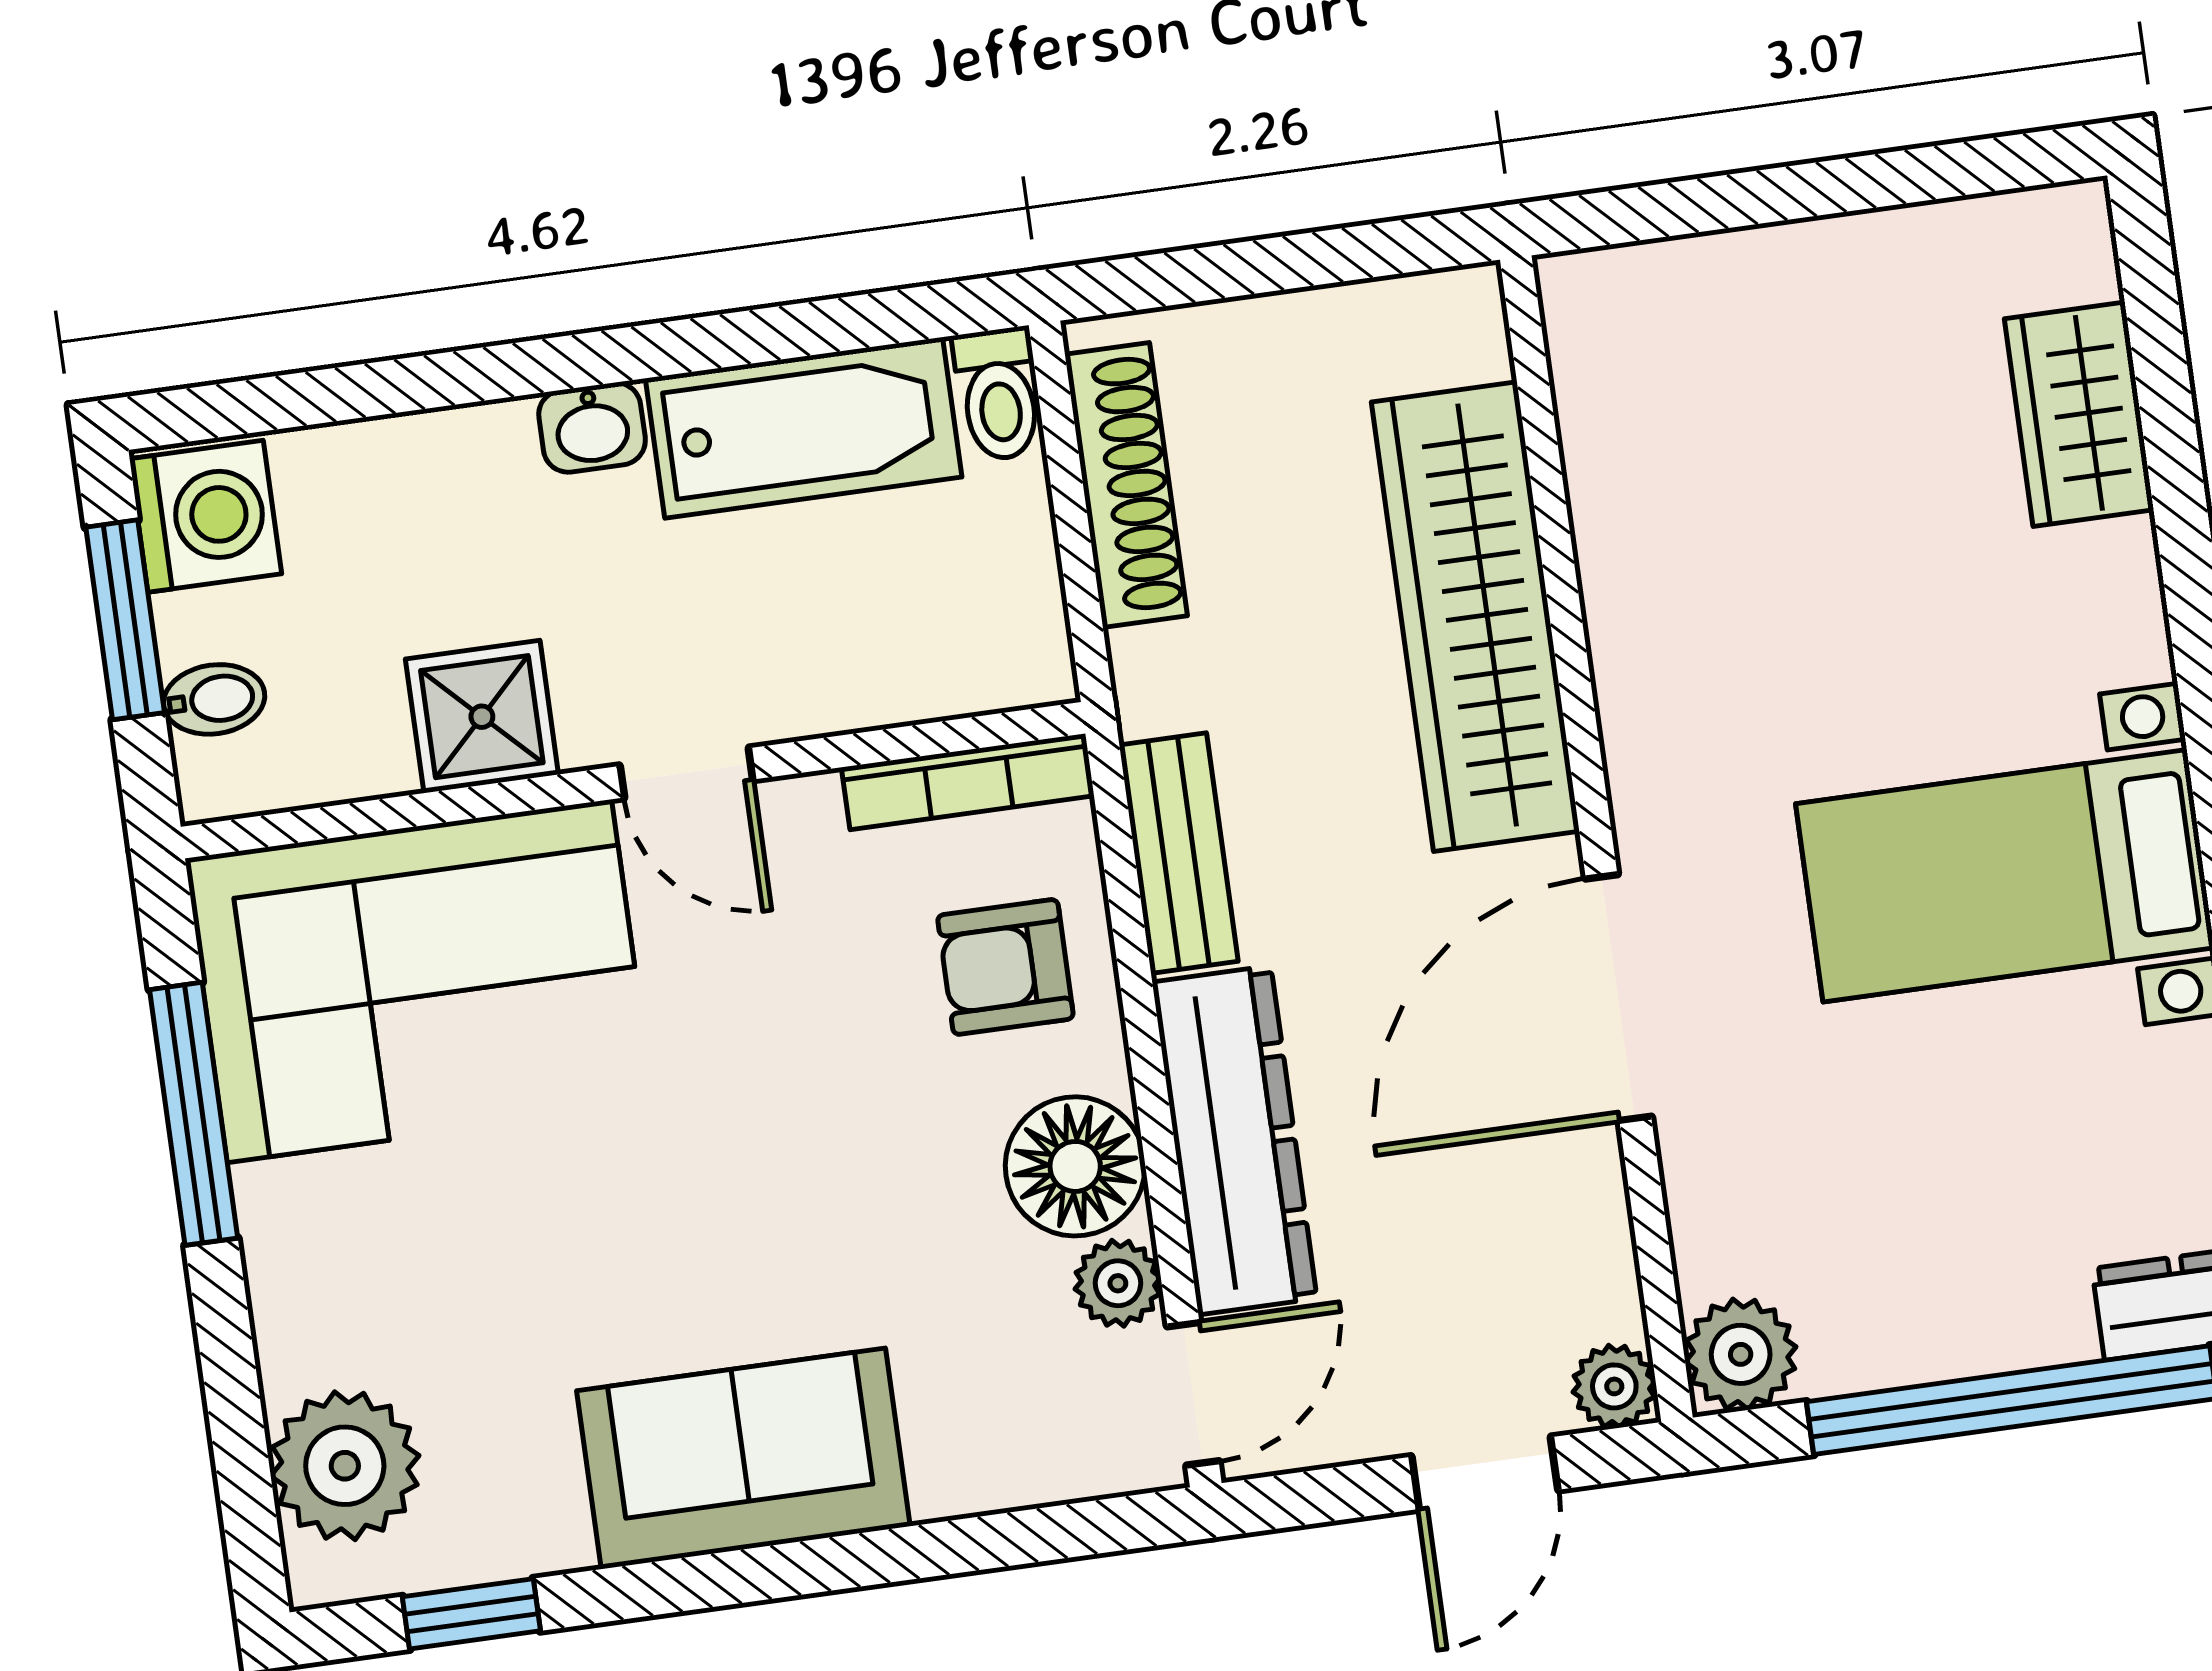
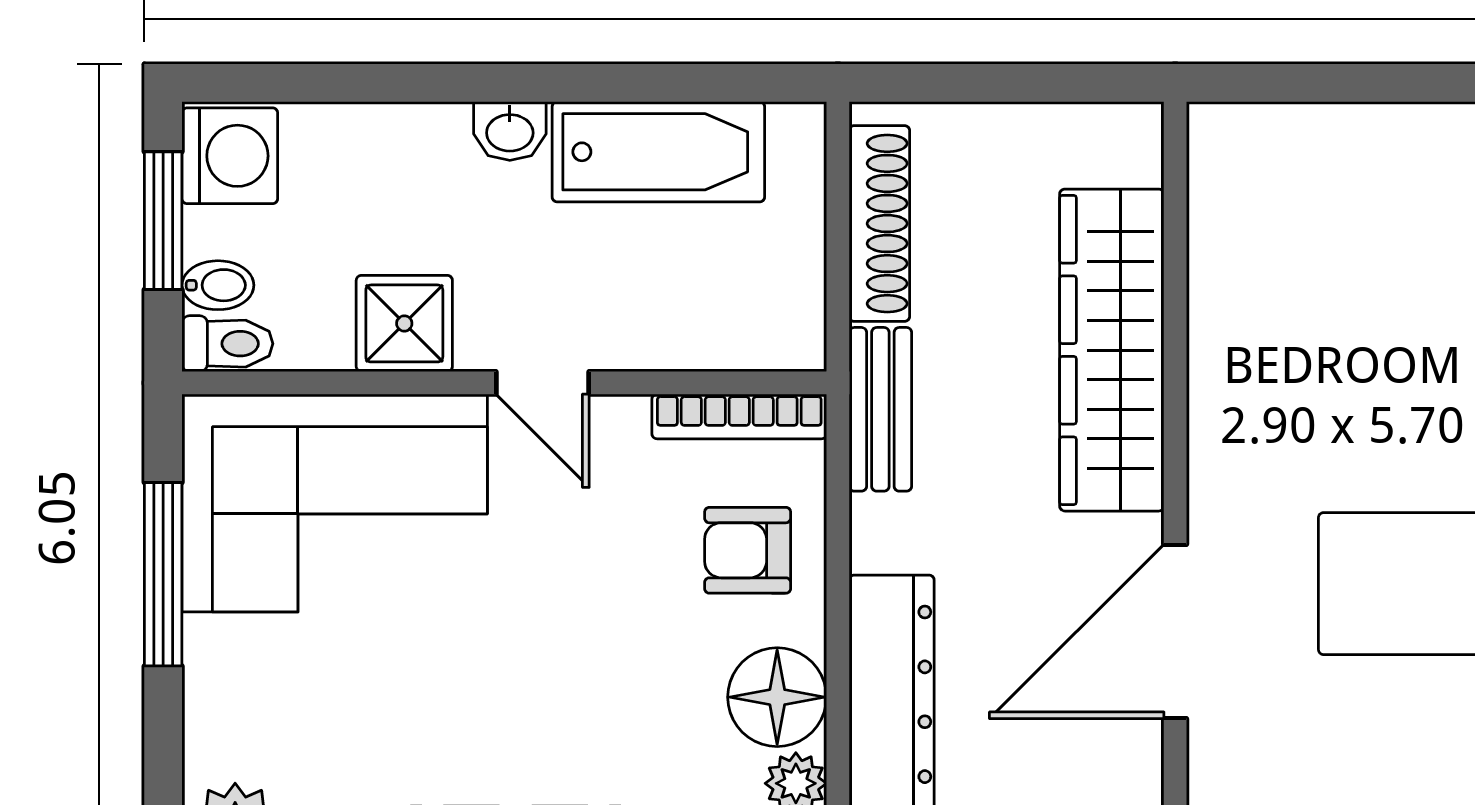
toilet: (999, 394) -> (227, 344), moved, turned -90
bench: (1179, 853) -> (880, 409), moved

